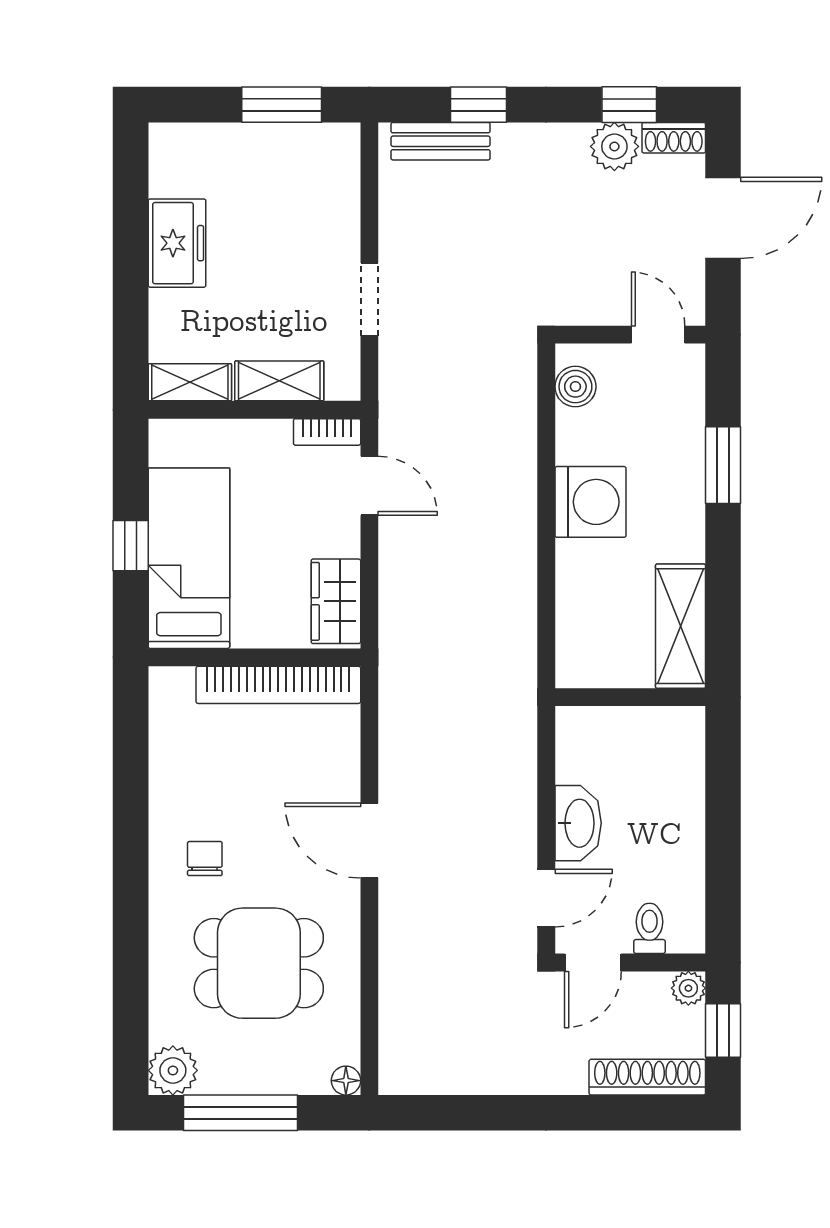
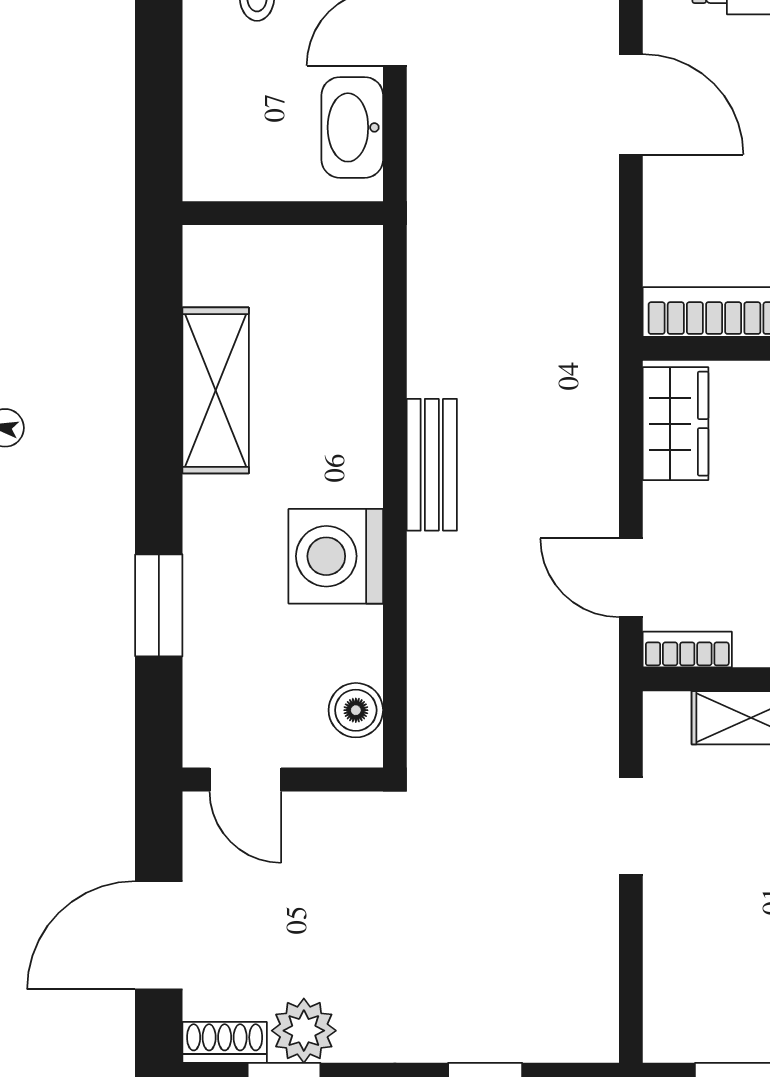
bench: (441, 141) -> (432, 465), moved, turned 90
wall: (630, 697) -> (283, 213), moved

